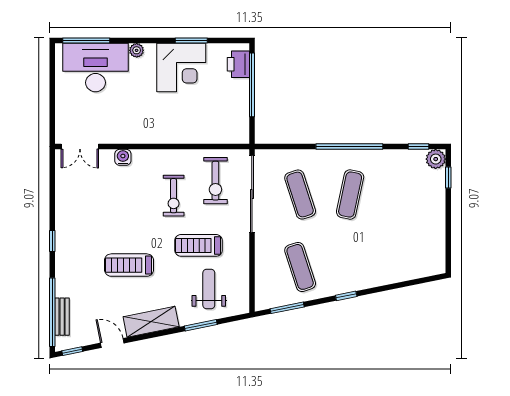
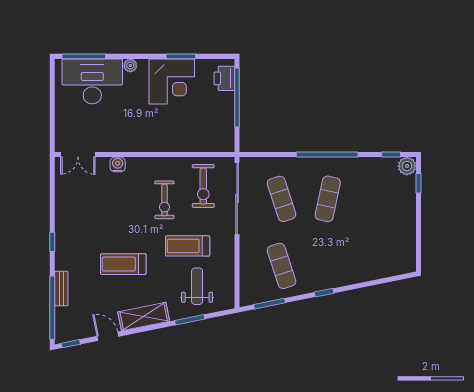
bench: (62, 317) -> (61, 289), moved

